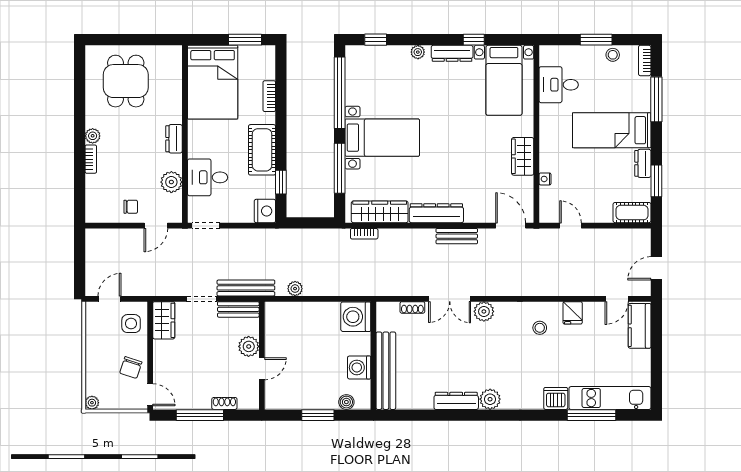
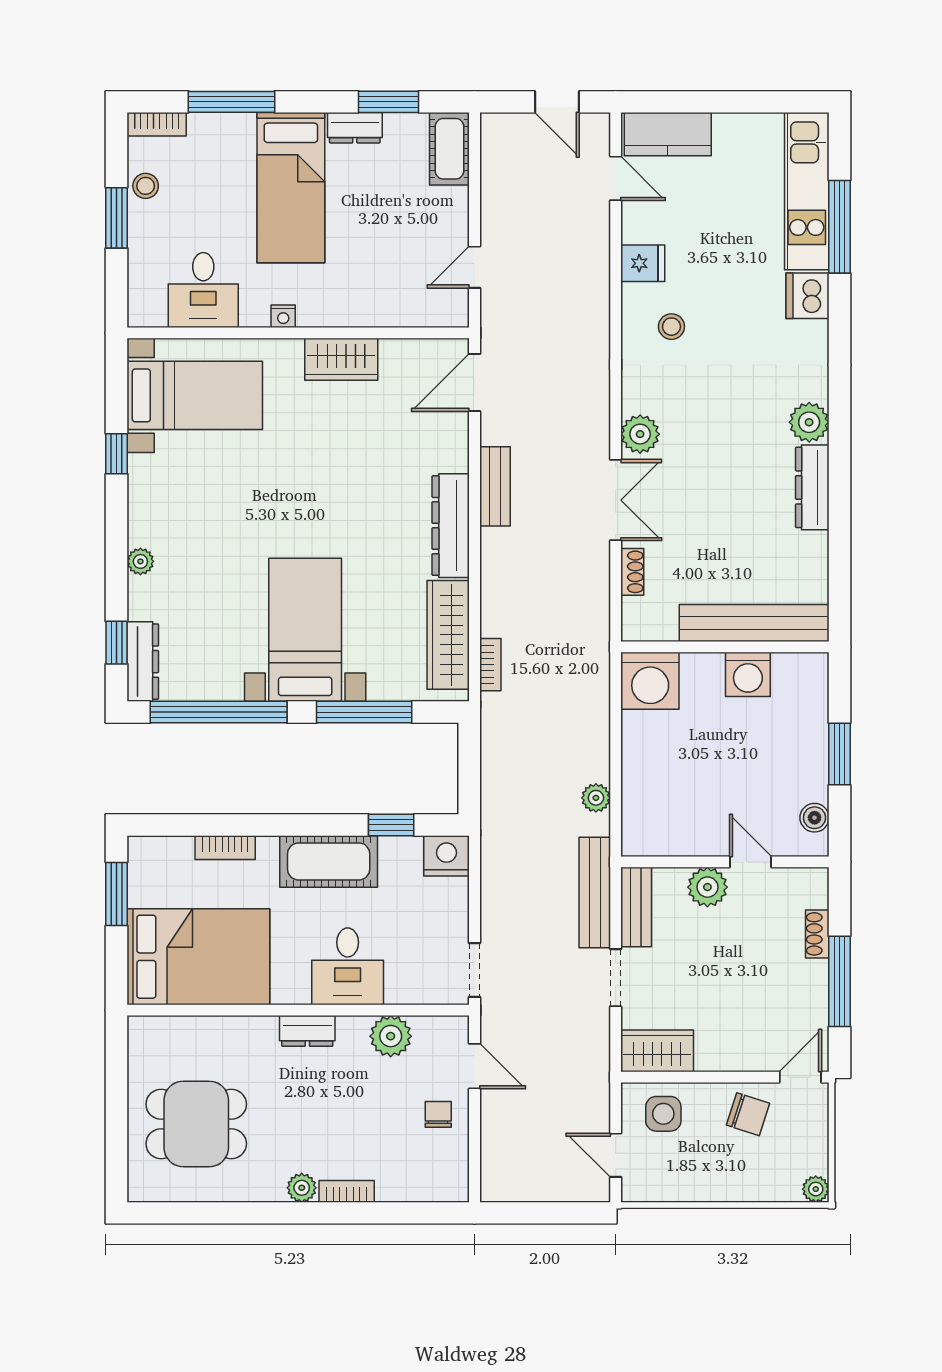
dresser: (452, 53) -> (143, 662), moved
desk: (208, 177) -> (348, 966), moved
nightstand: (545, 179) -> (283, 316), moved
boiler: (346, 402) -> (815, 818), moved

